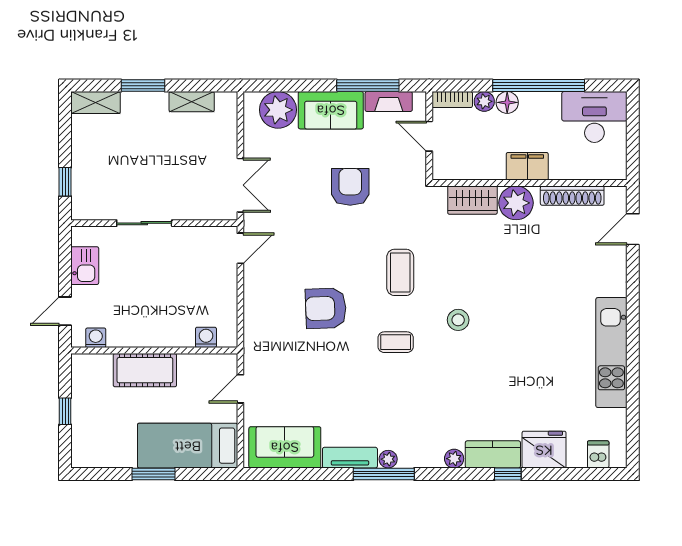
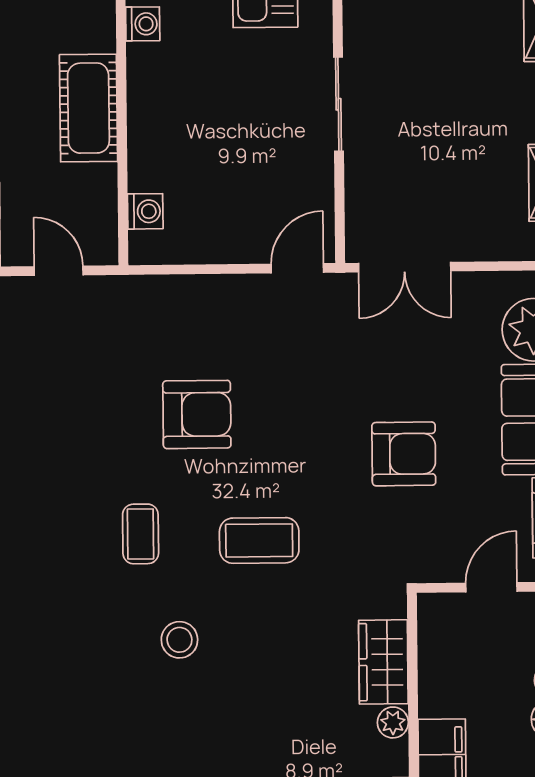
plant: (516, 203) -> (393, 722), width x0.53, depth x0.53
door: (240, 248) -> (297, 268), swing flipped
armchair: (326, 308) -> (197, 414), turned 92

